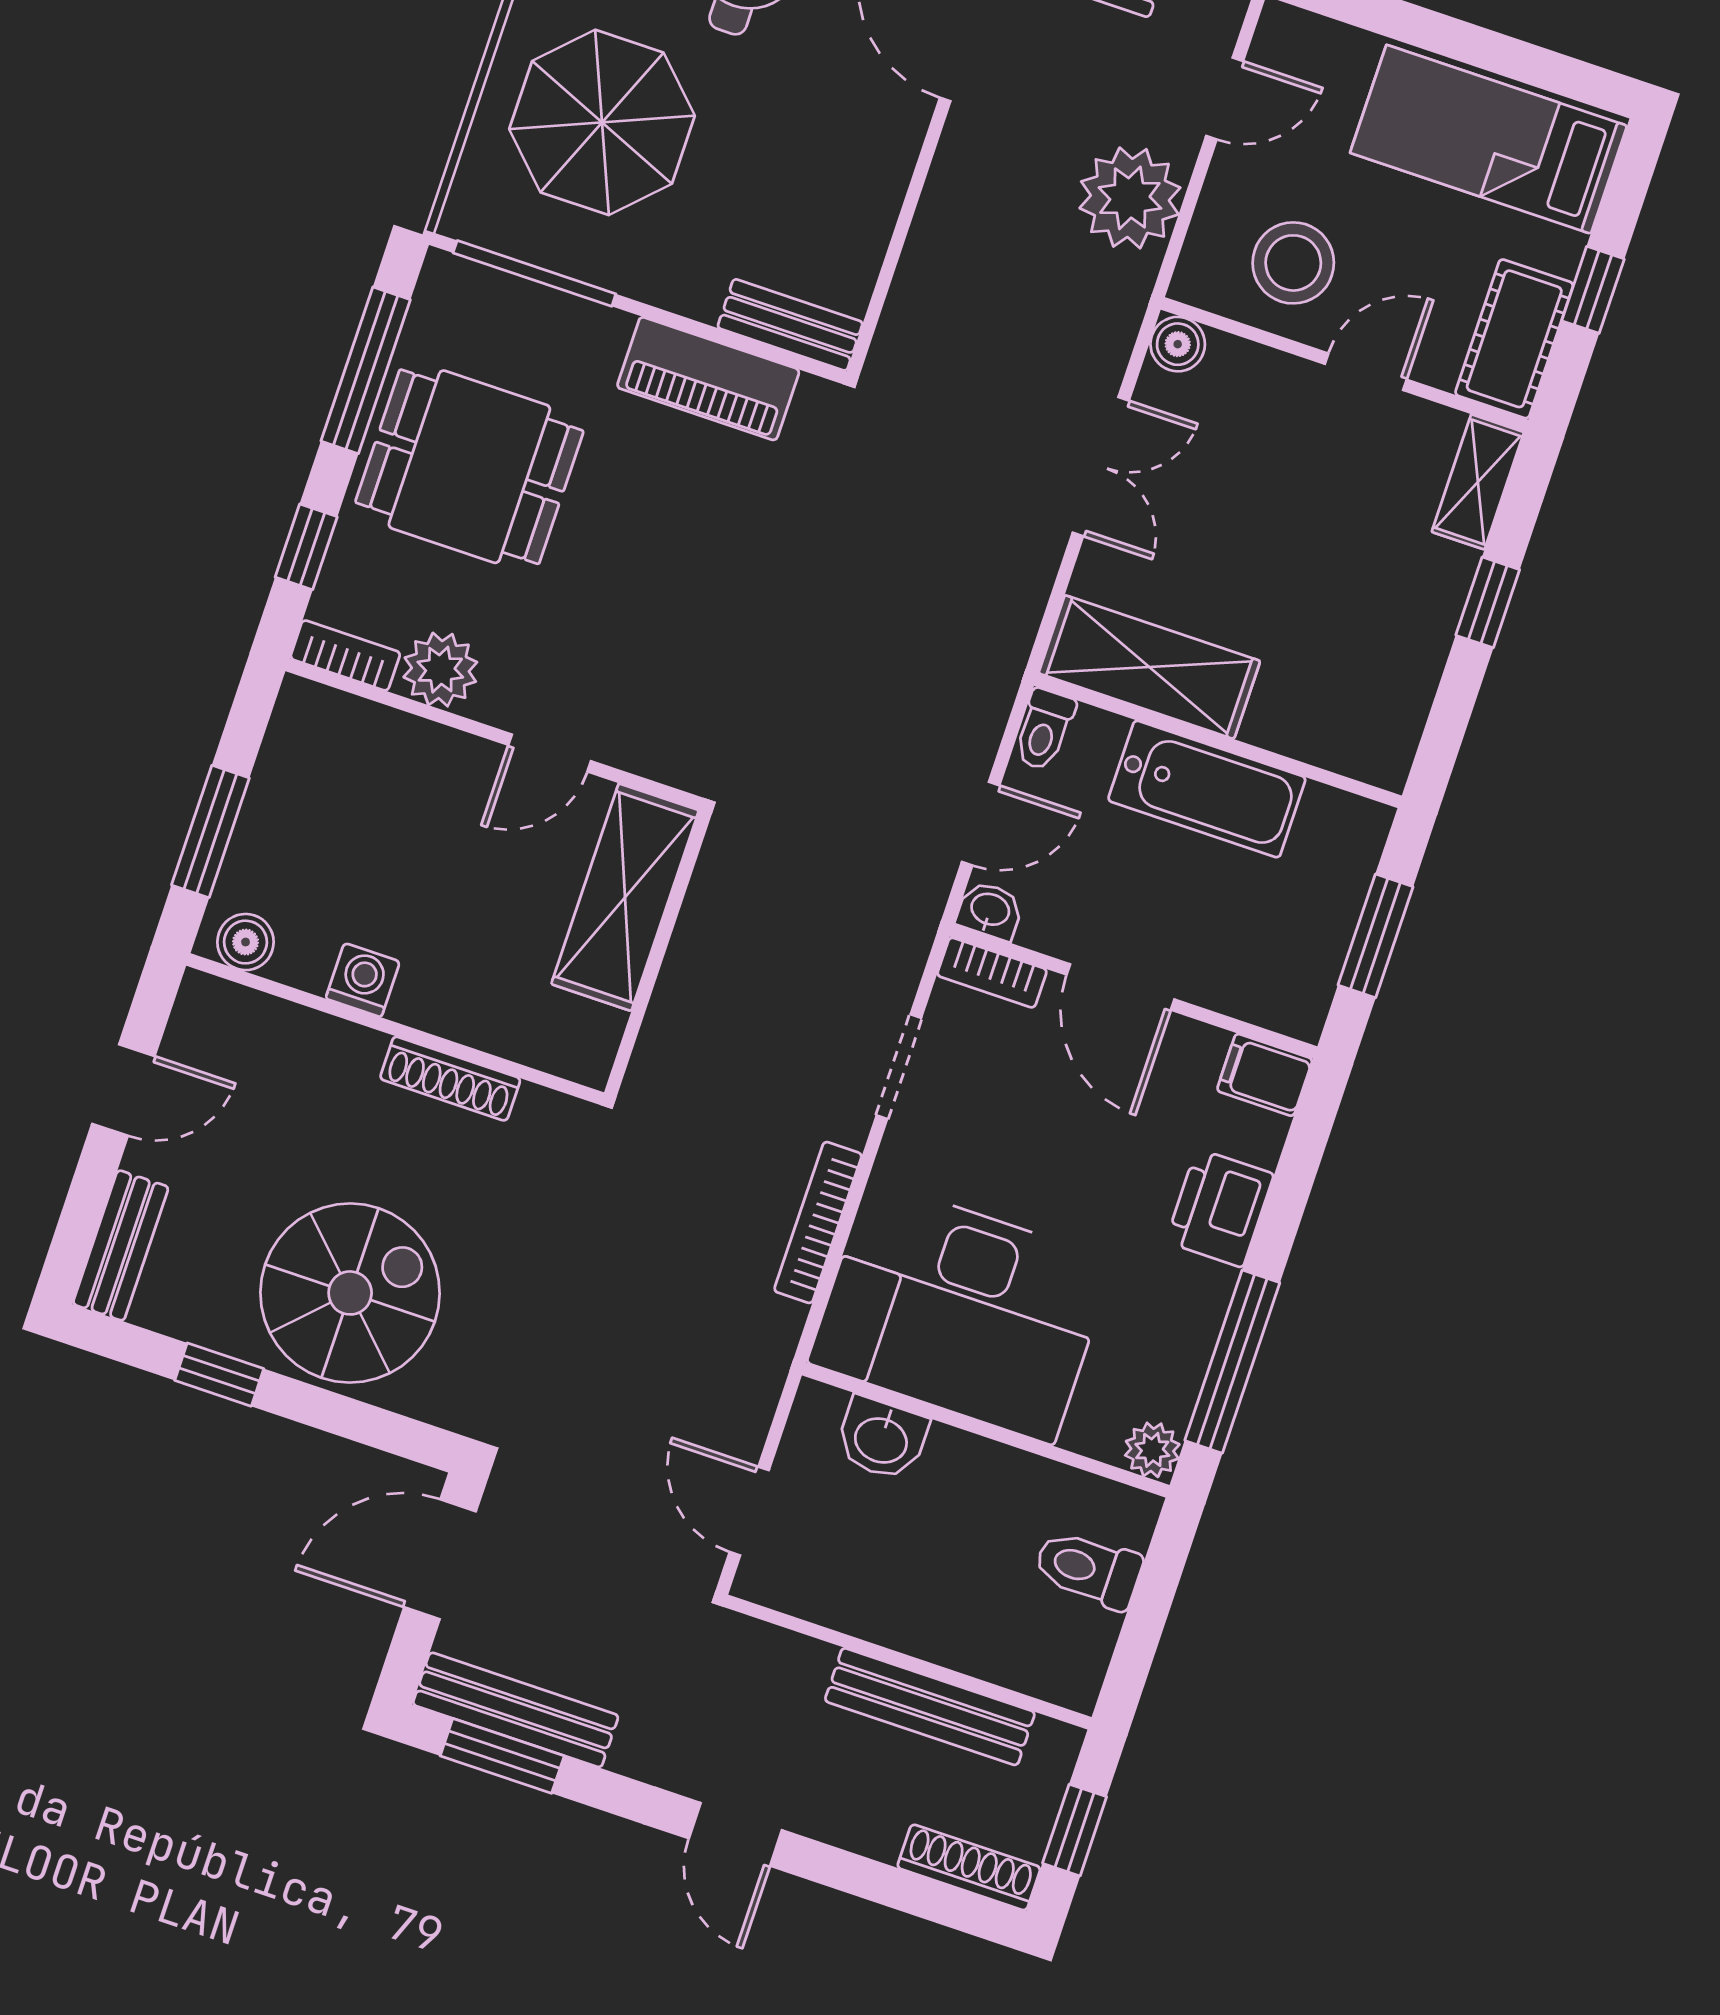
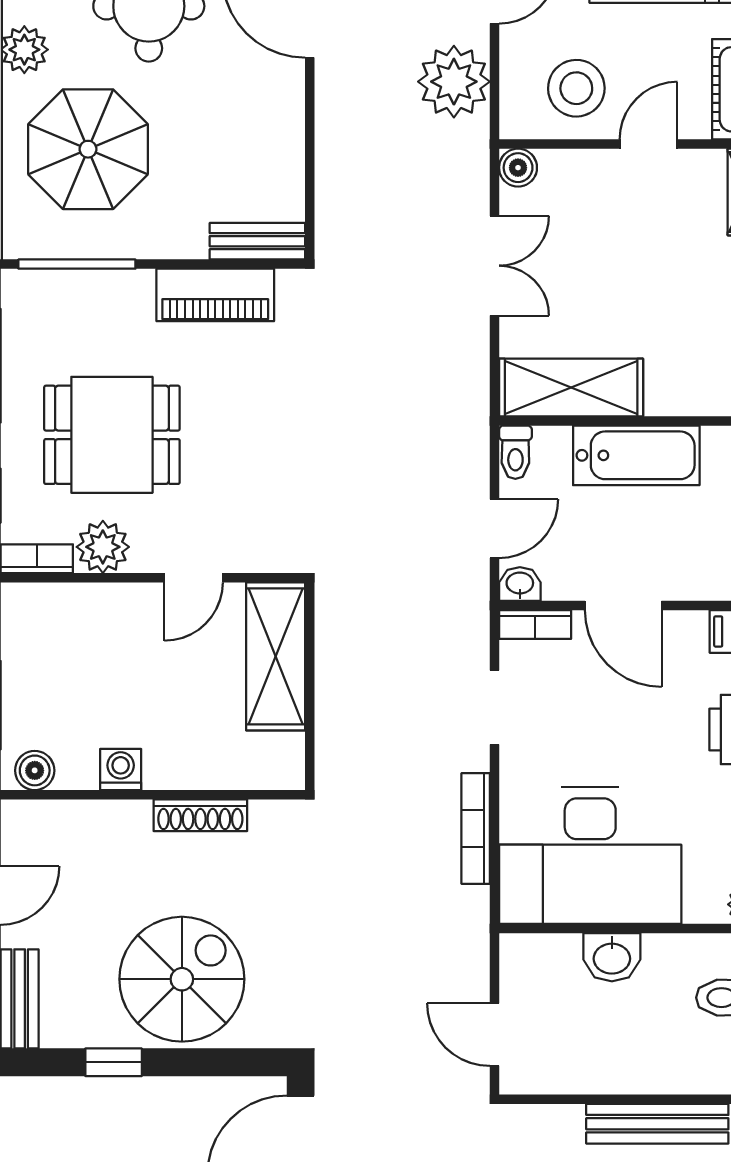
dining table: (469, 467) -> (112, 435), moved
washbasin: (882, 1439) -> (612, 957), moved

